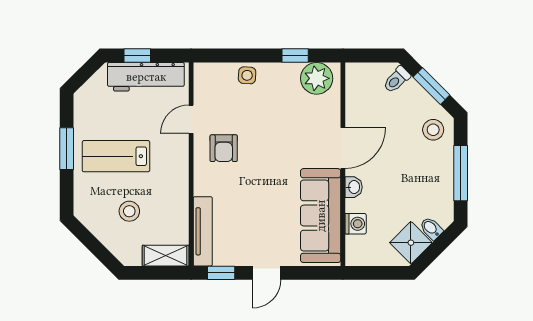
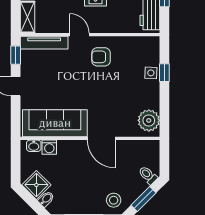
window: (295, 56) -> (164, 73), moved
door: (191, 119) -> (79, 35), moved
washbasin: (354, 187) -> (34, 146), moved

